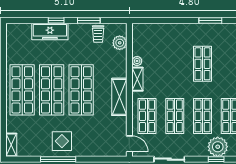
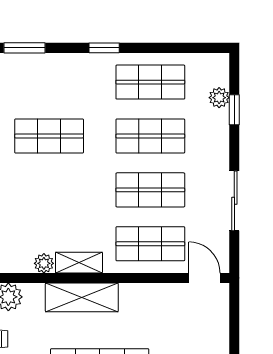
shelving: (119, 97) -> (82, 297), moved
door: (129, 144) -> (204, 278), hinge flipped
plant: (218, 147) -> (219, 98), width x0.53, depth x0.53

